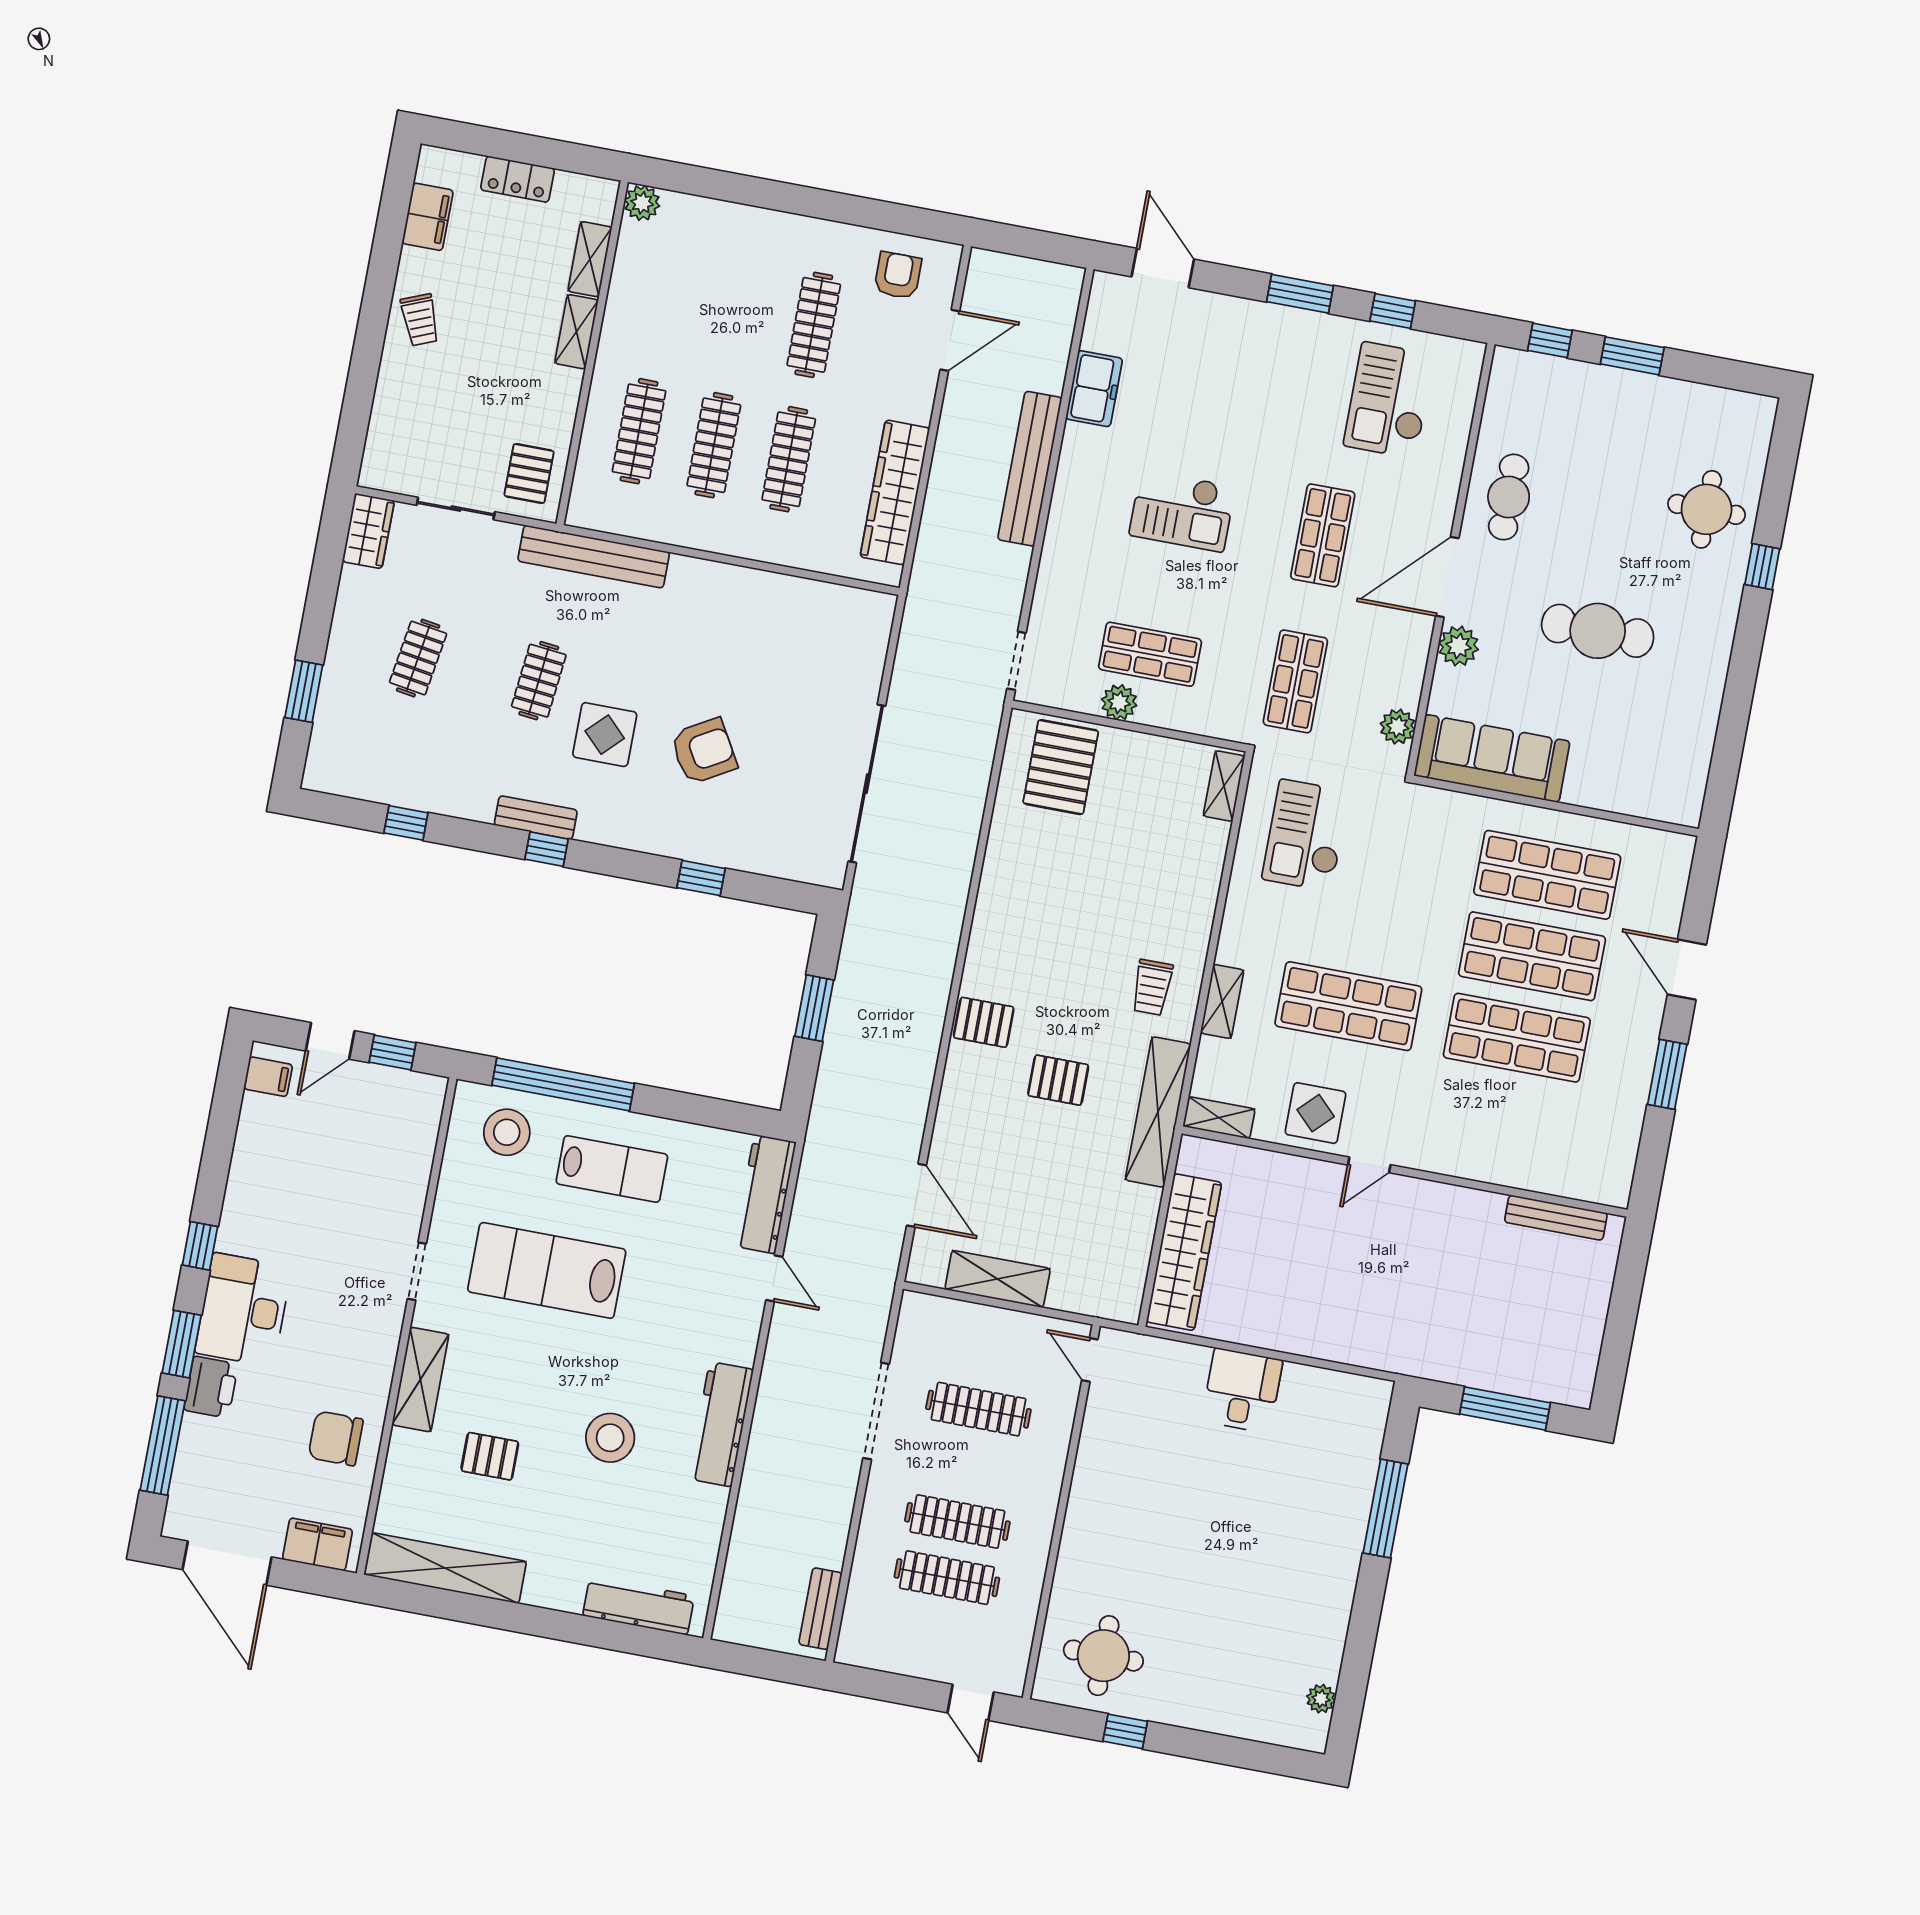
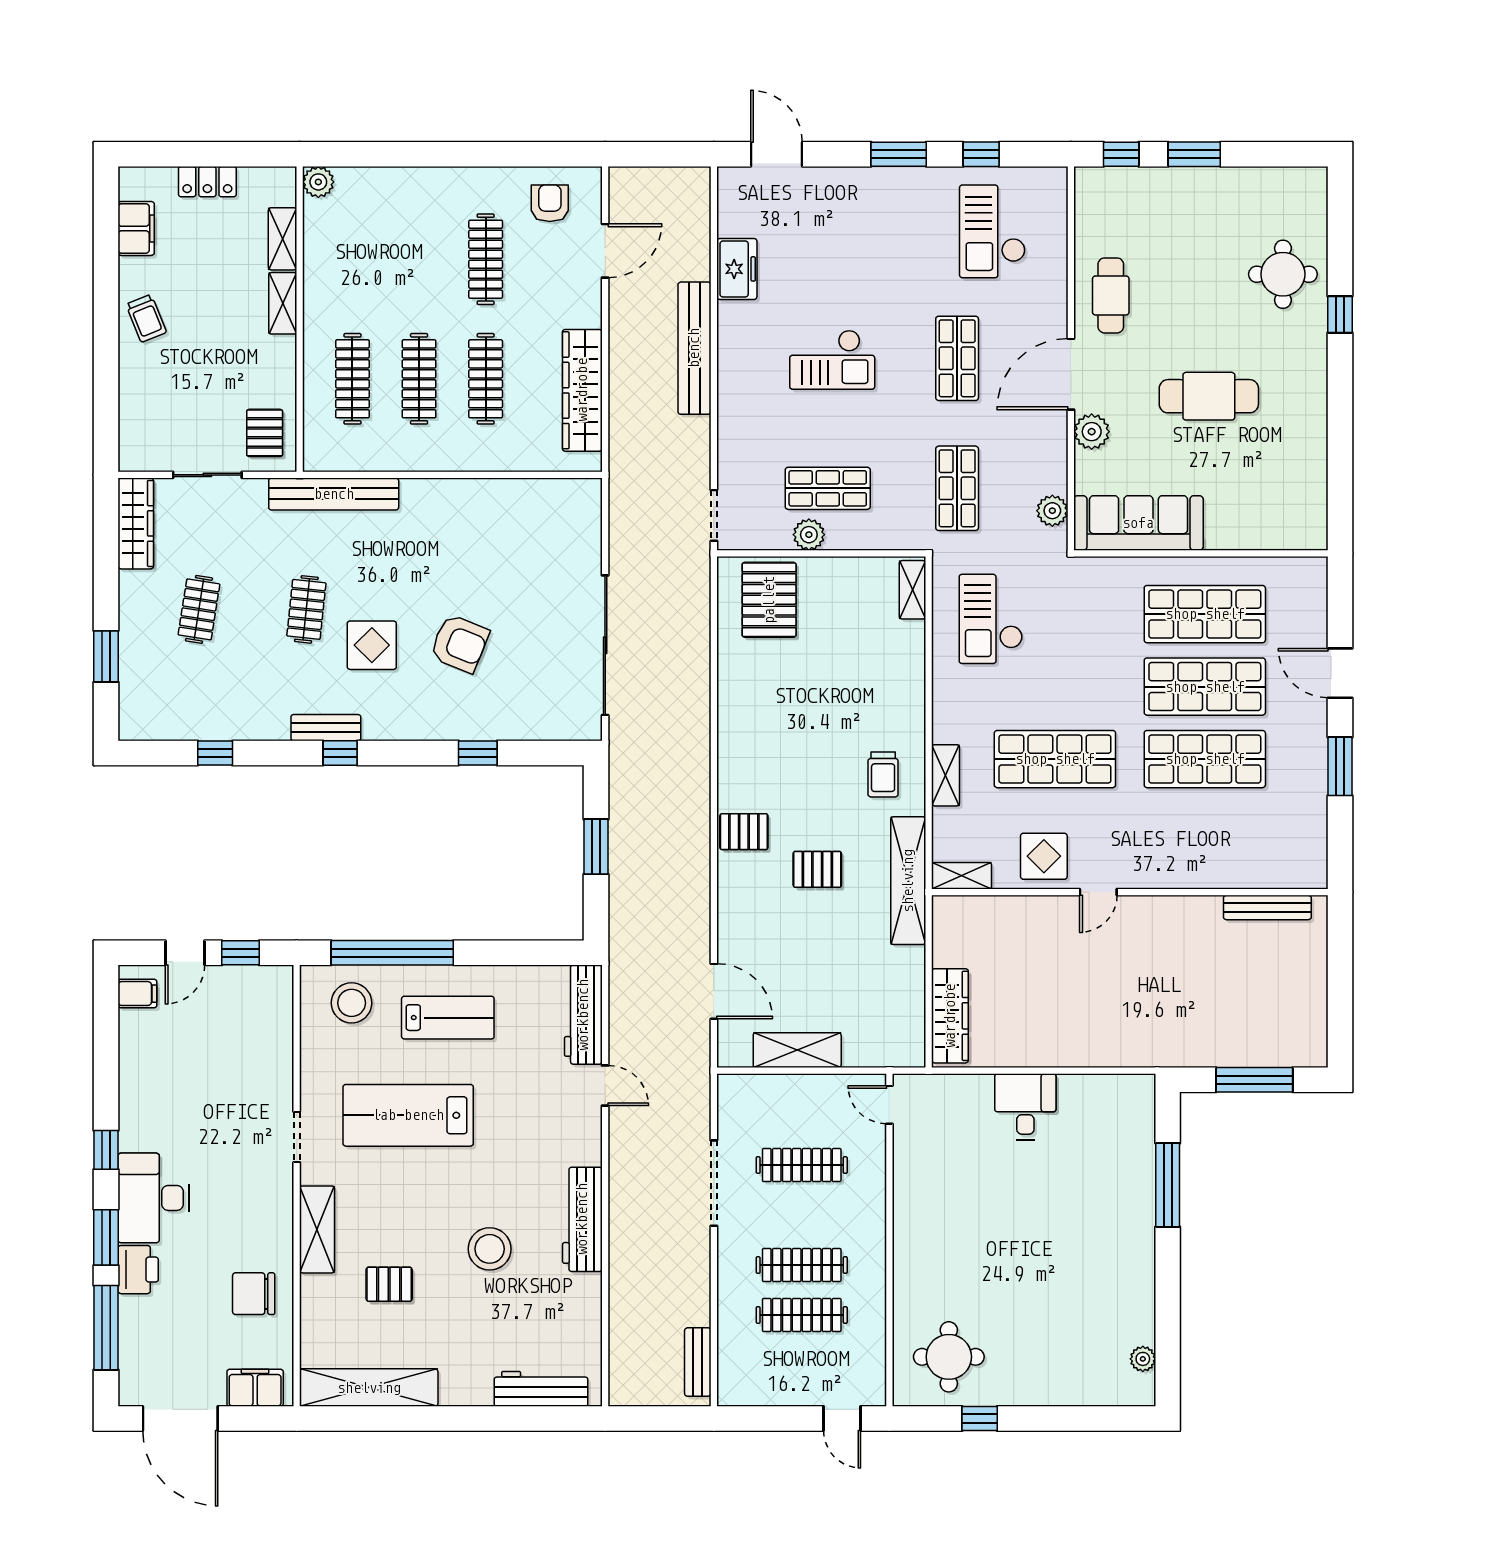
wardrobe: (368, 531) -> (136, 523), width x1.50
armchair: (704, 751) -> (460, 643), turned 52
wardrobe: (1184, 1252) -> (950, 1016), width x0.71, depth x0.85

